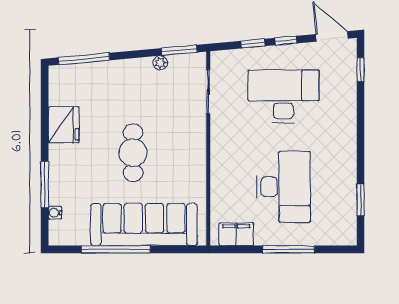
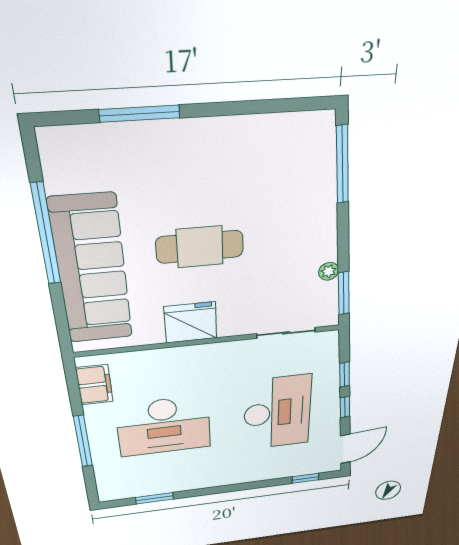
fridge: (64, 125) -> (191, 322), moved, turned 180
water cooler: (55, 213) -> (93, 134), removed

